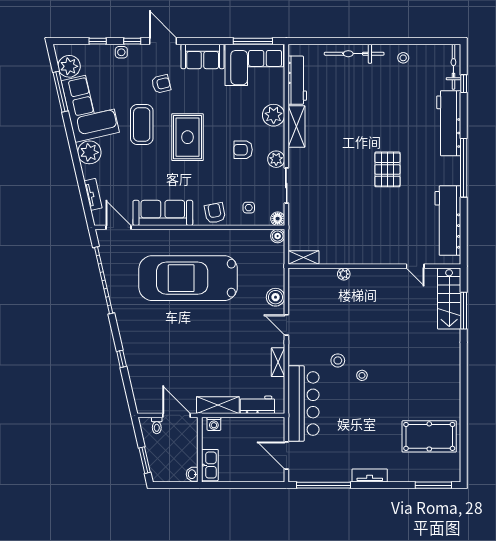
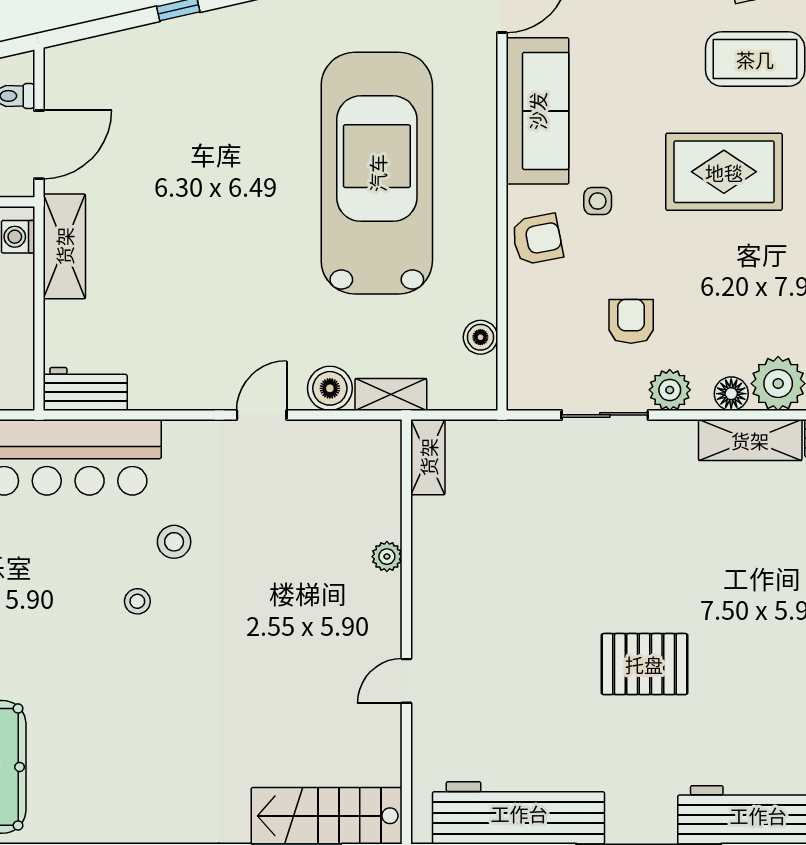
armchair: (243, 150) -> (631, 321), moved
side table: (249, 208) -> (598, 201), moved
floor lamp: (278, 219) -> (731, 394), moved
boiler: (278, 236) -> (480, 337), moved
door: (415, 266) -> (406, 681), moved
shelving: (278, 362) -> (391, 394), moved
workbench: (257, 405) -> (85, 389), moved, turned -90

